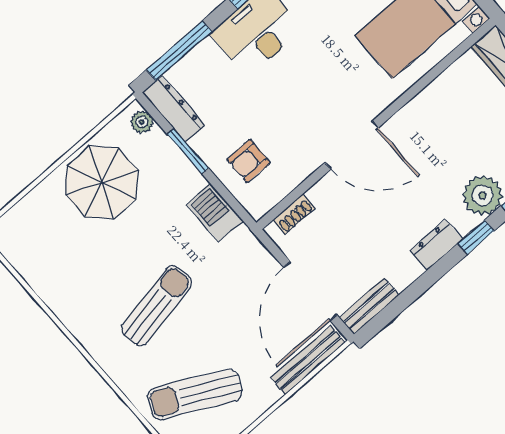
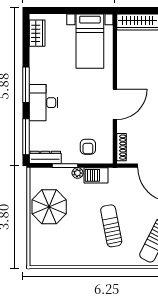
plant: (142, 122) -> (78, 173), moved
shoe rack: (294, 214) -> (122, 147), width x1.43

